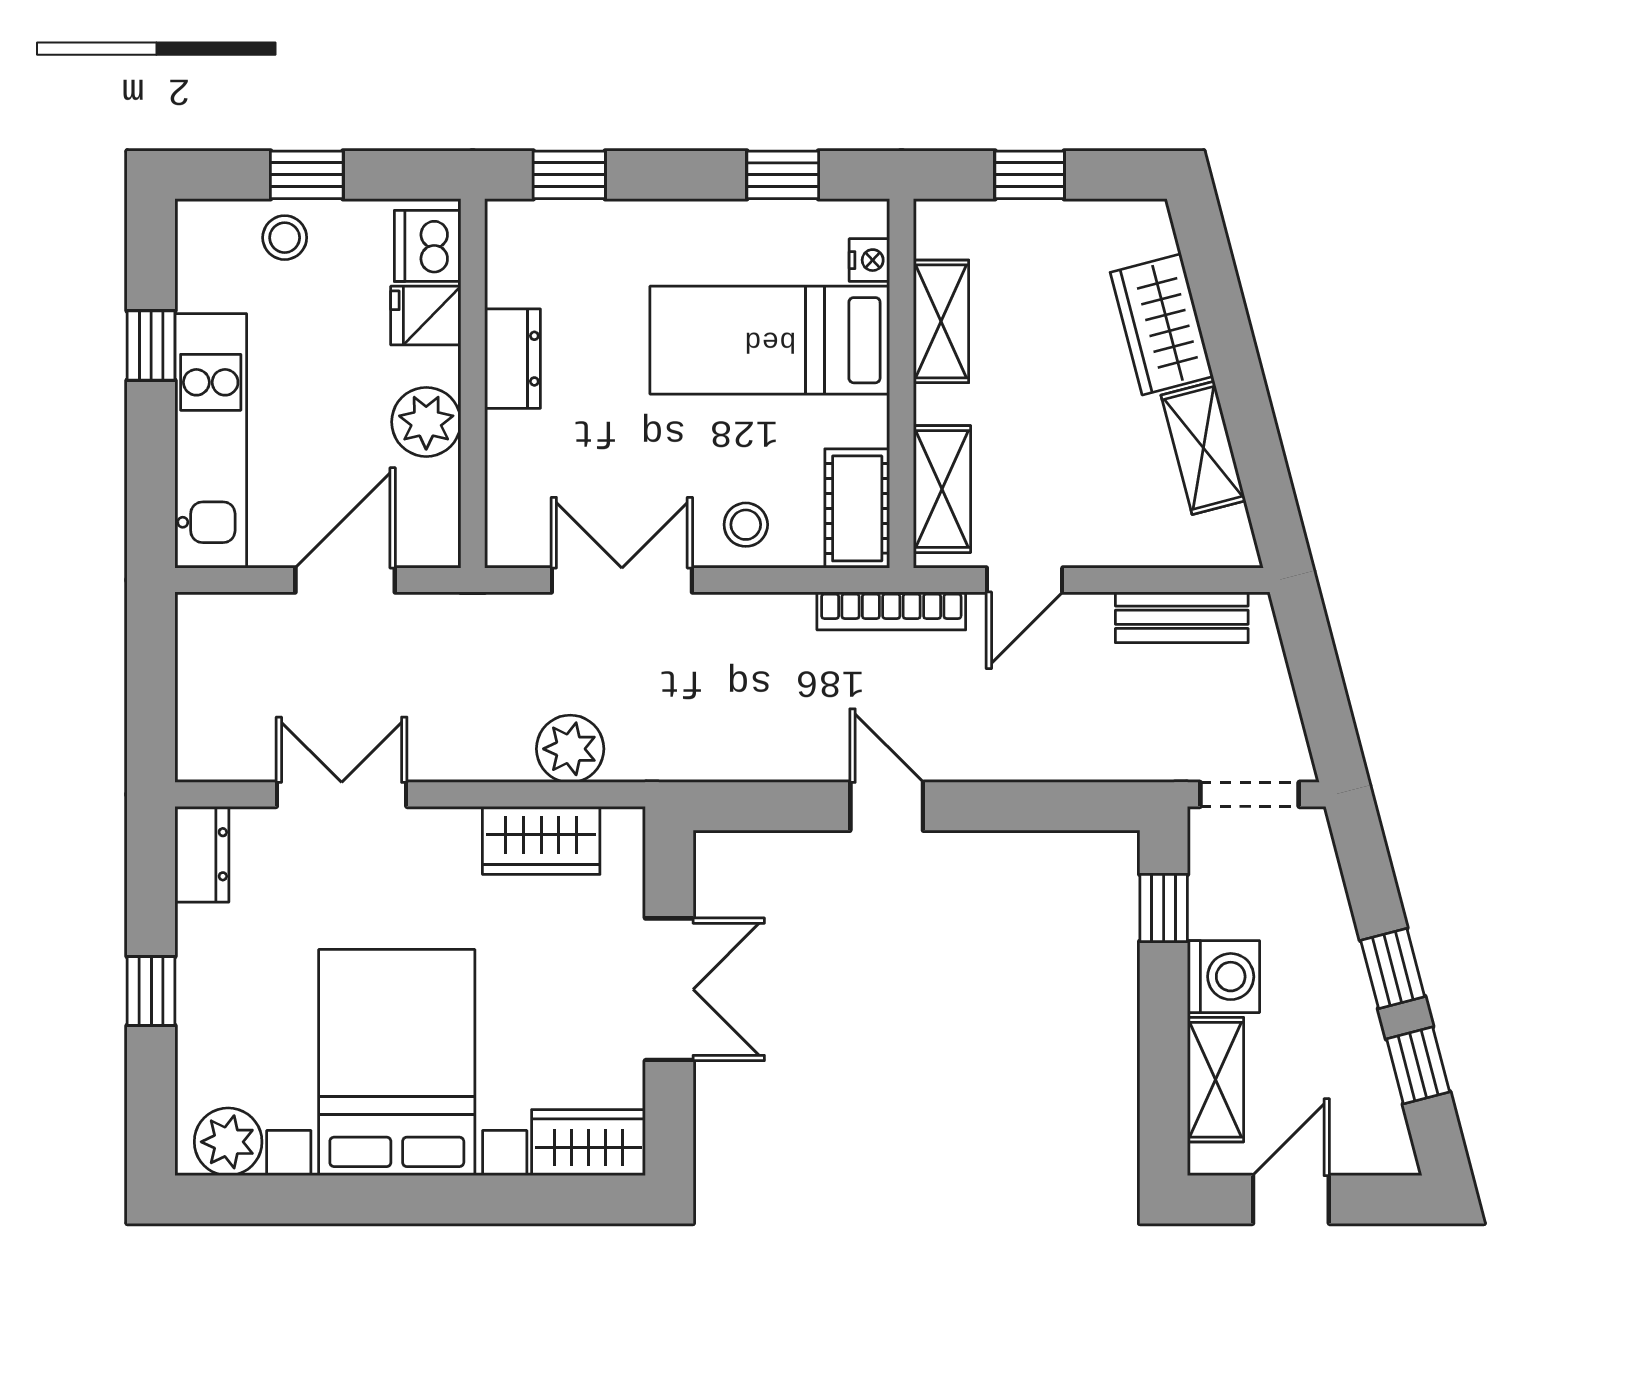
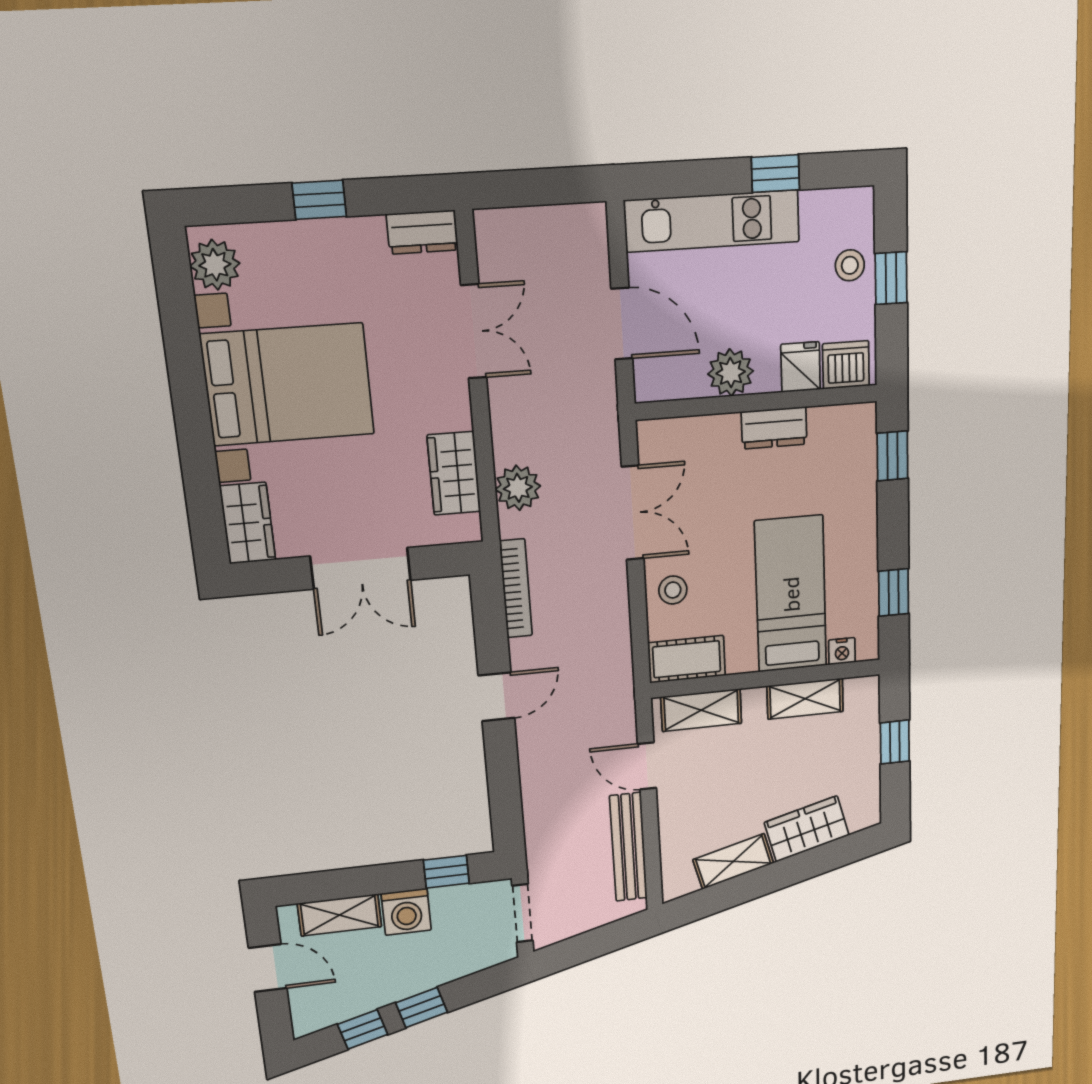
bookcase: (891, 611) -> (516, 588), moved, turned 180
bench: (1182, 617) -> (628, 847), width x1.36

